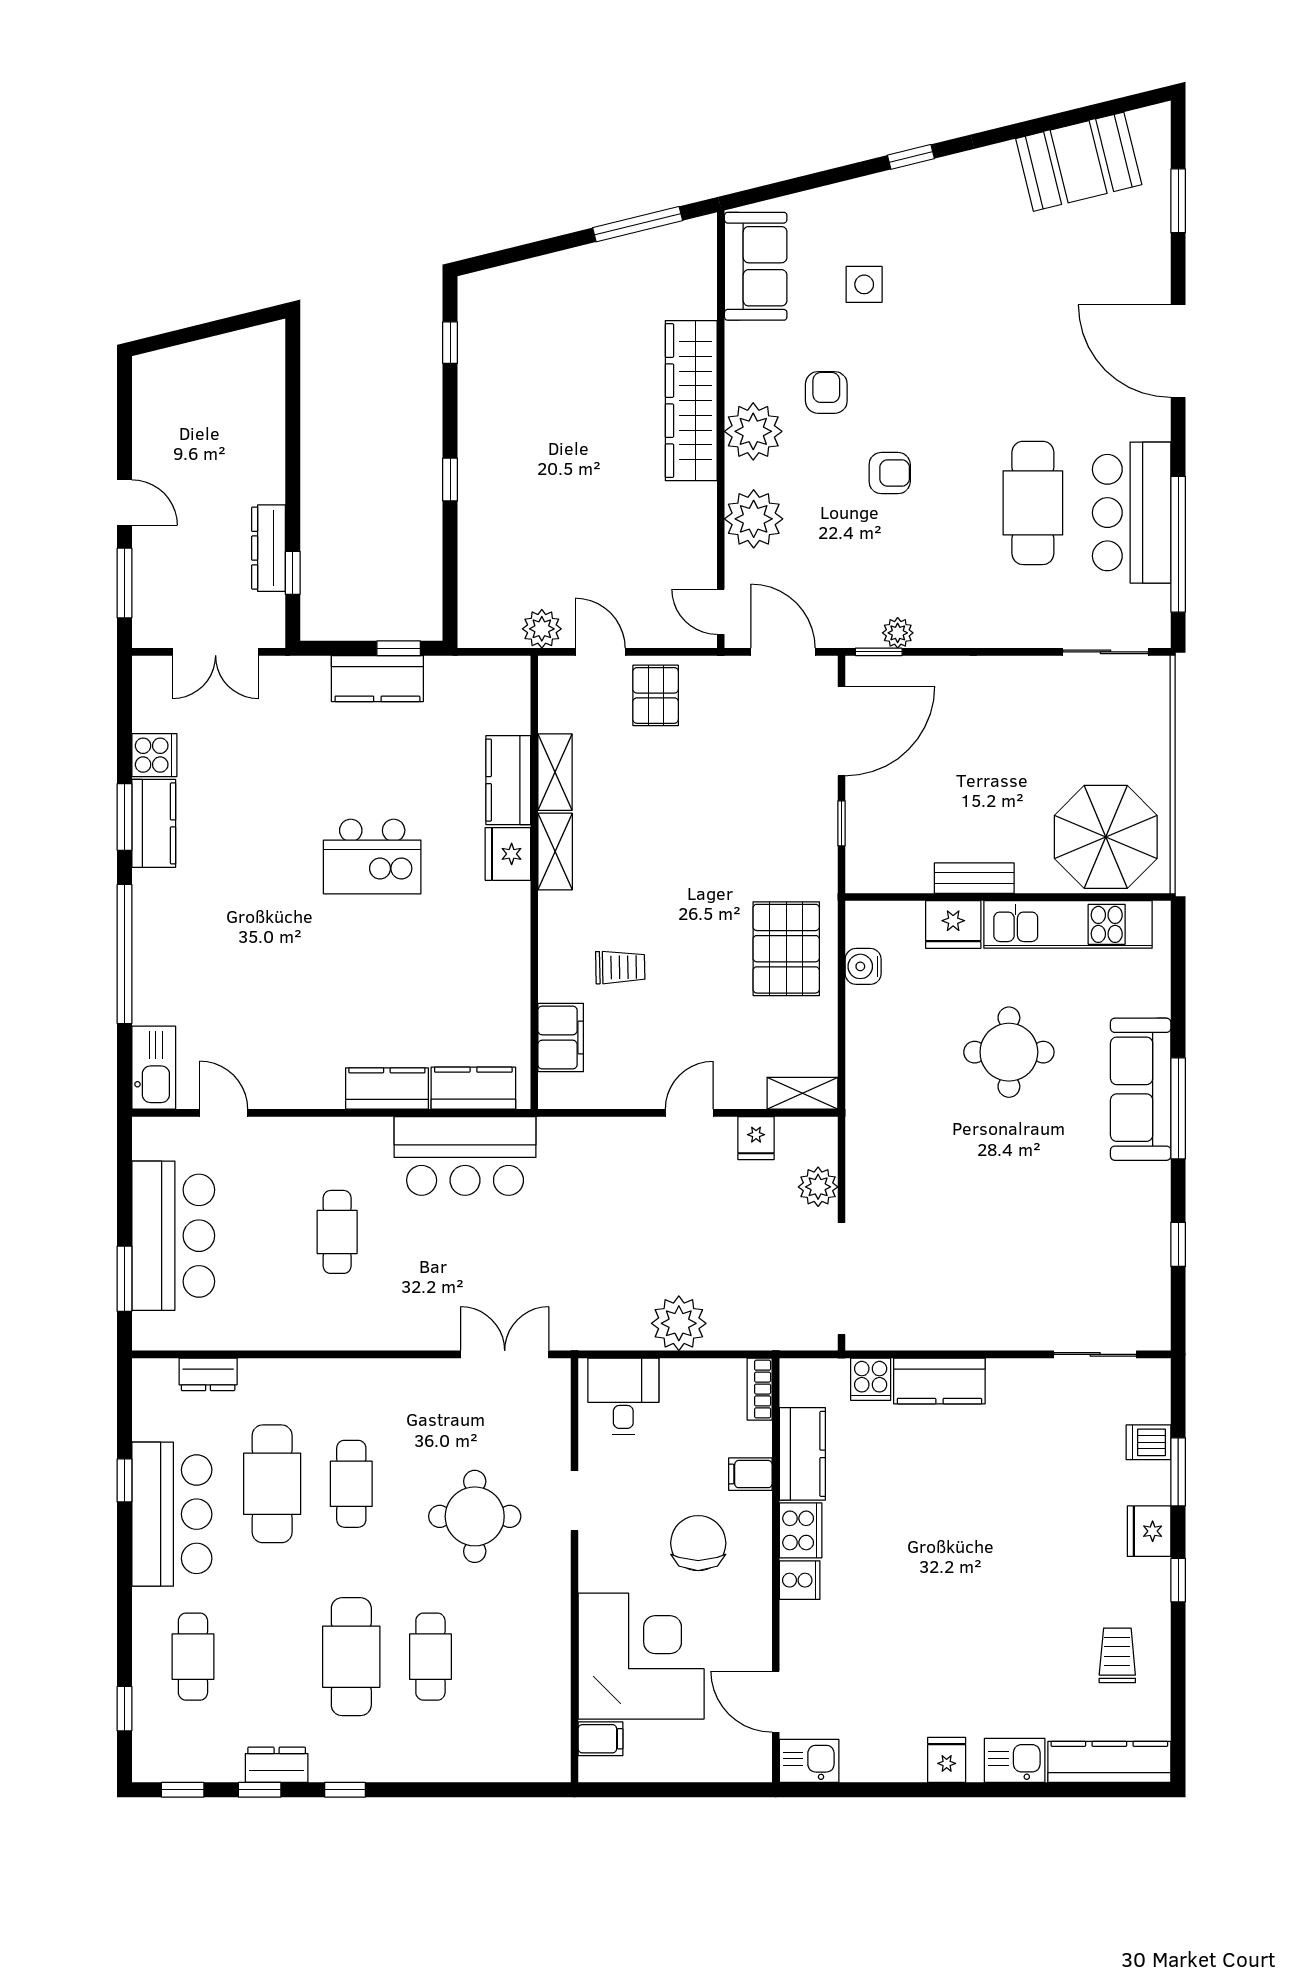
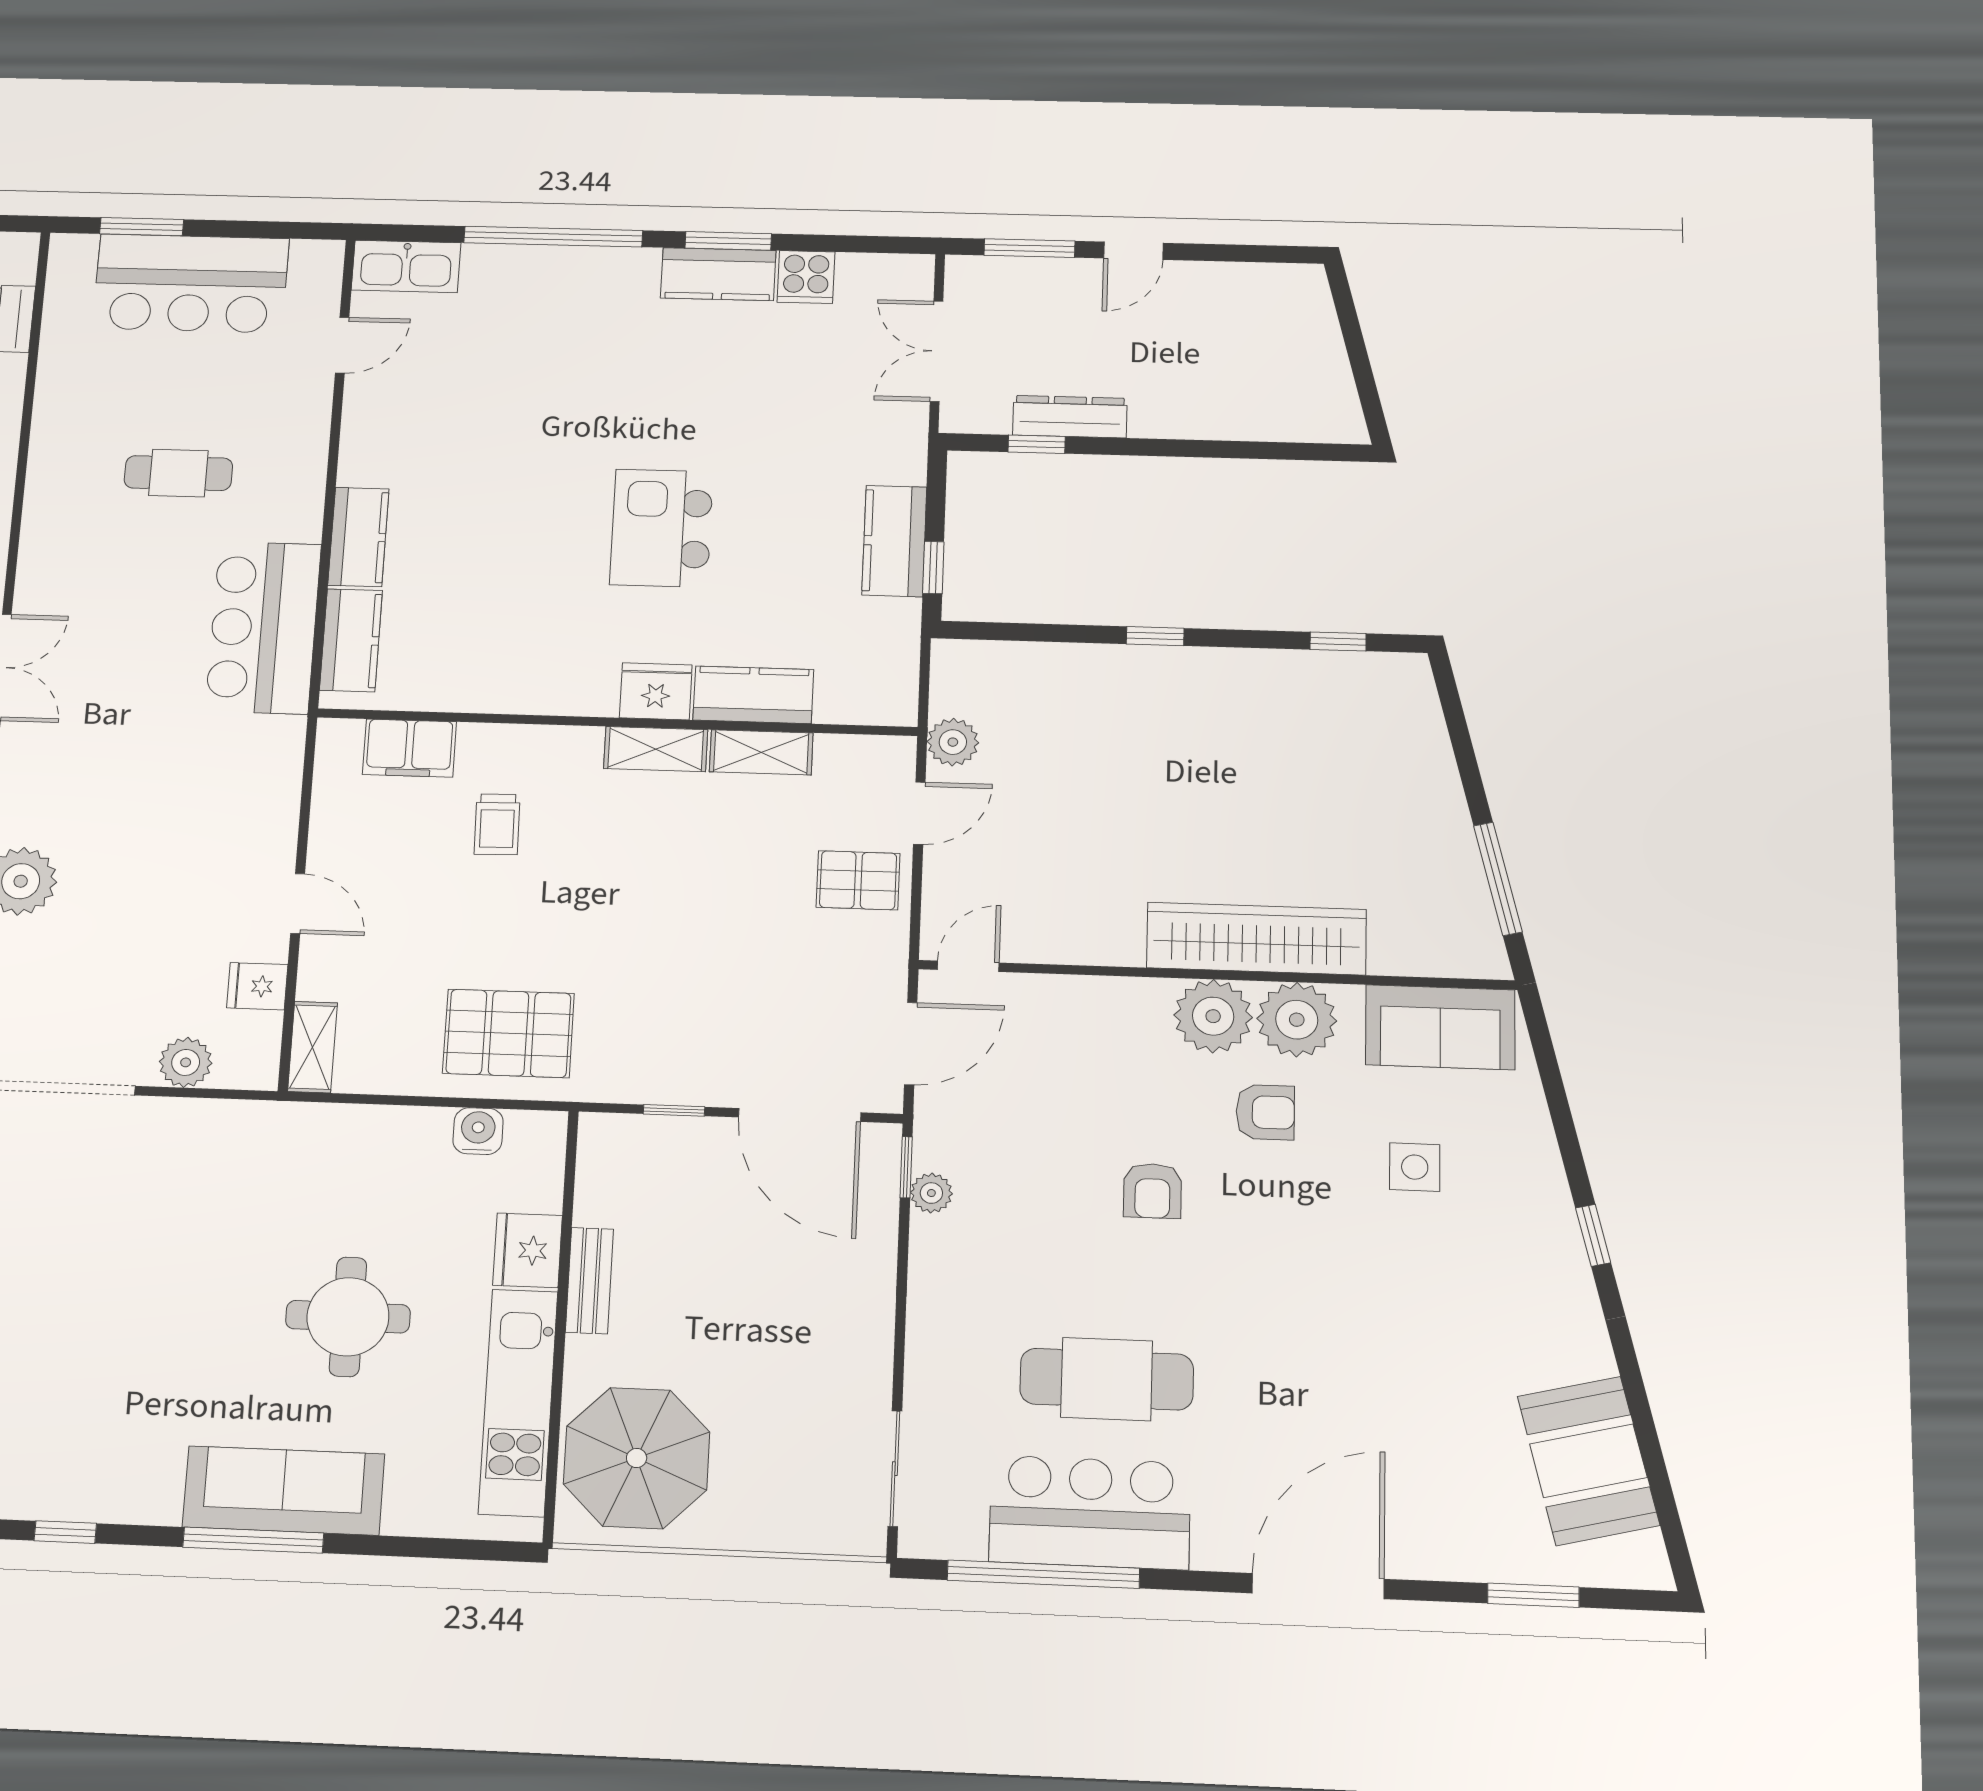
plant: (754, 519) -> (1297, 1020), moved

